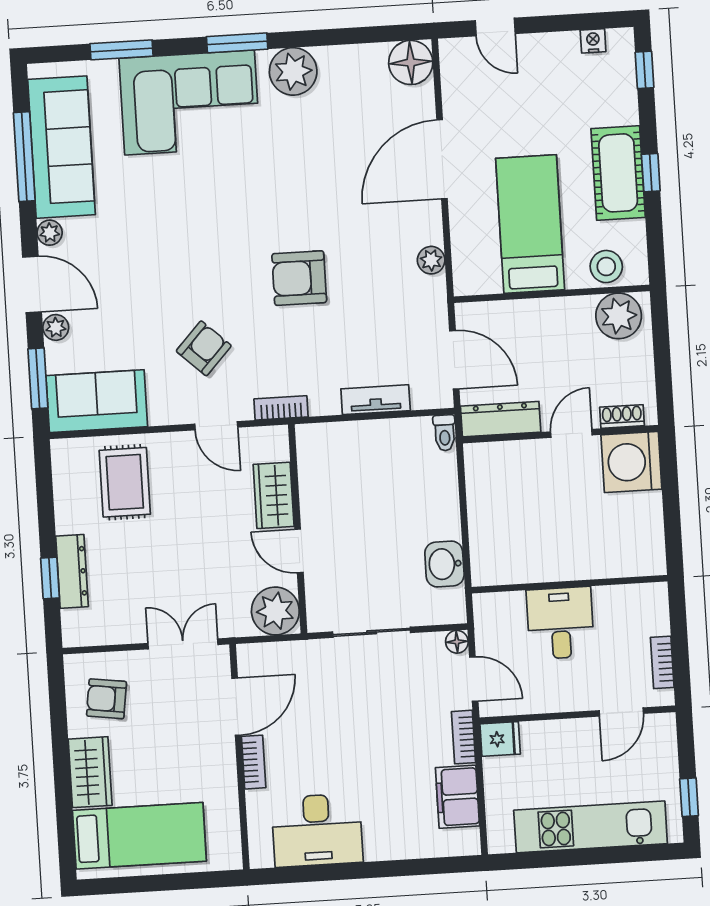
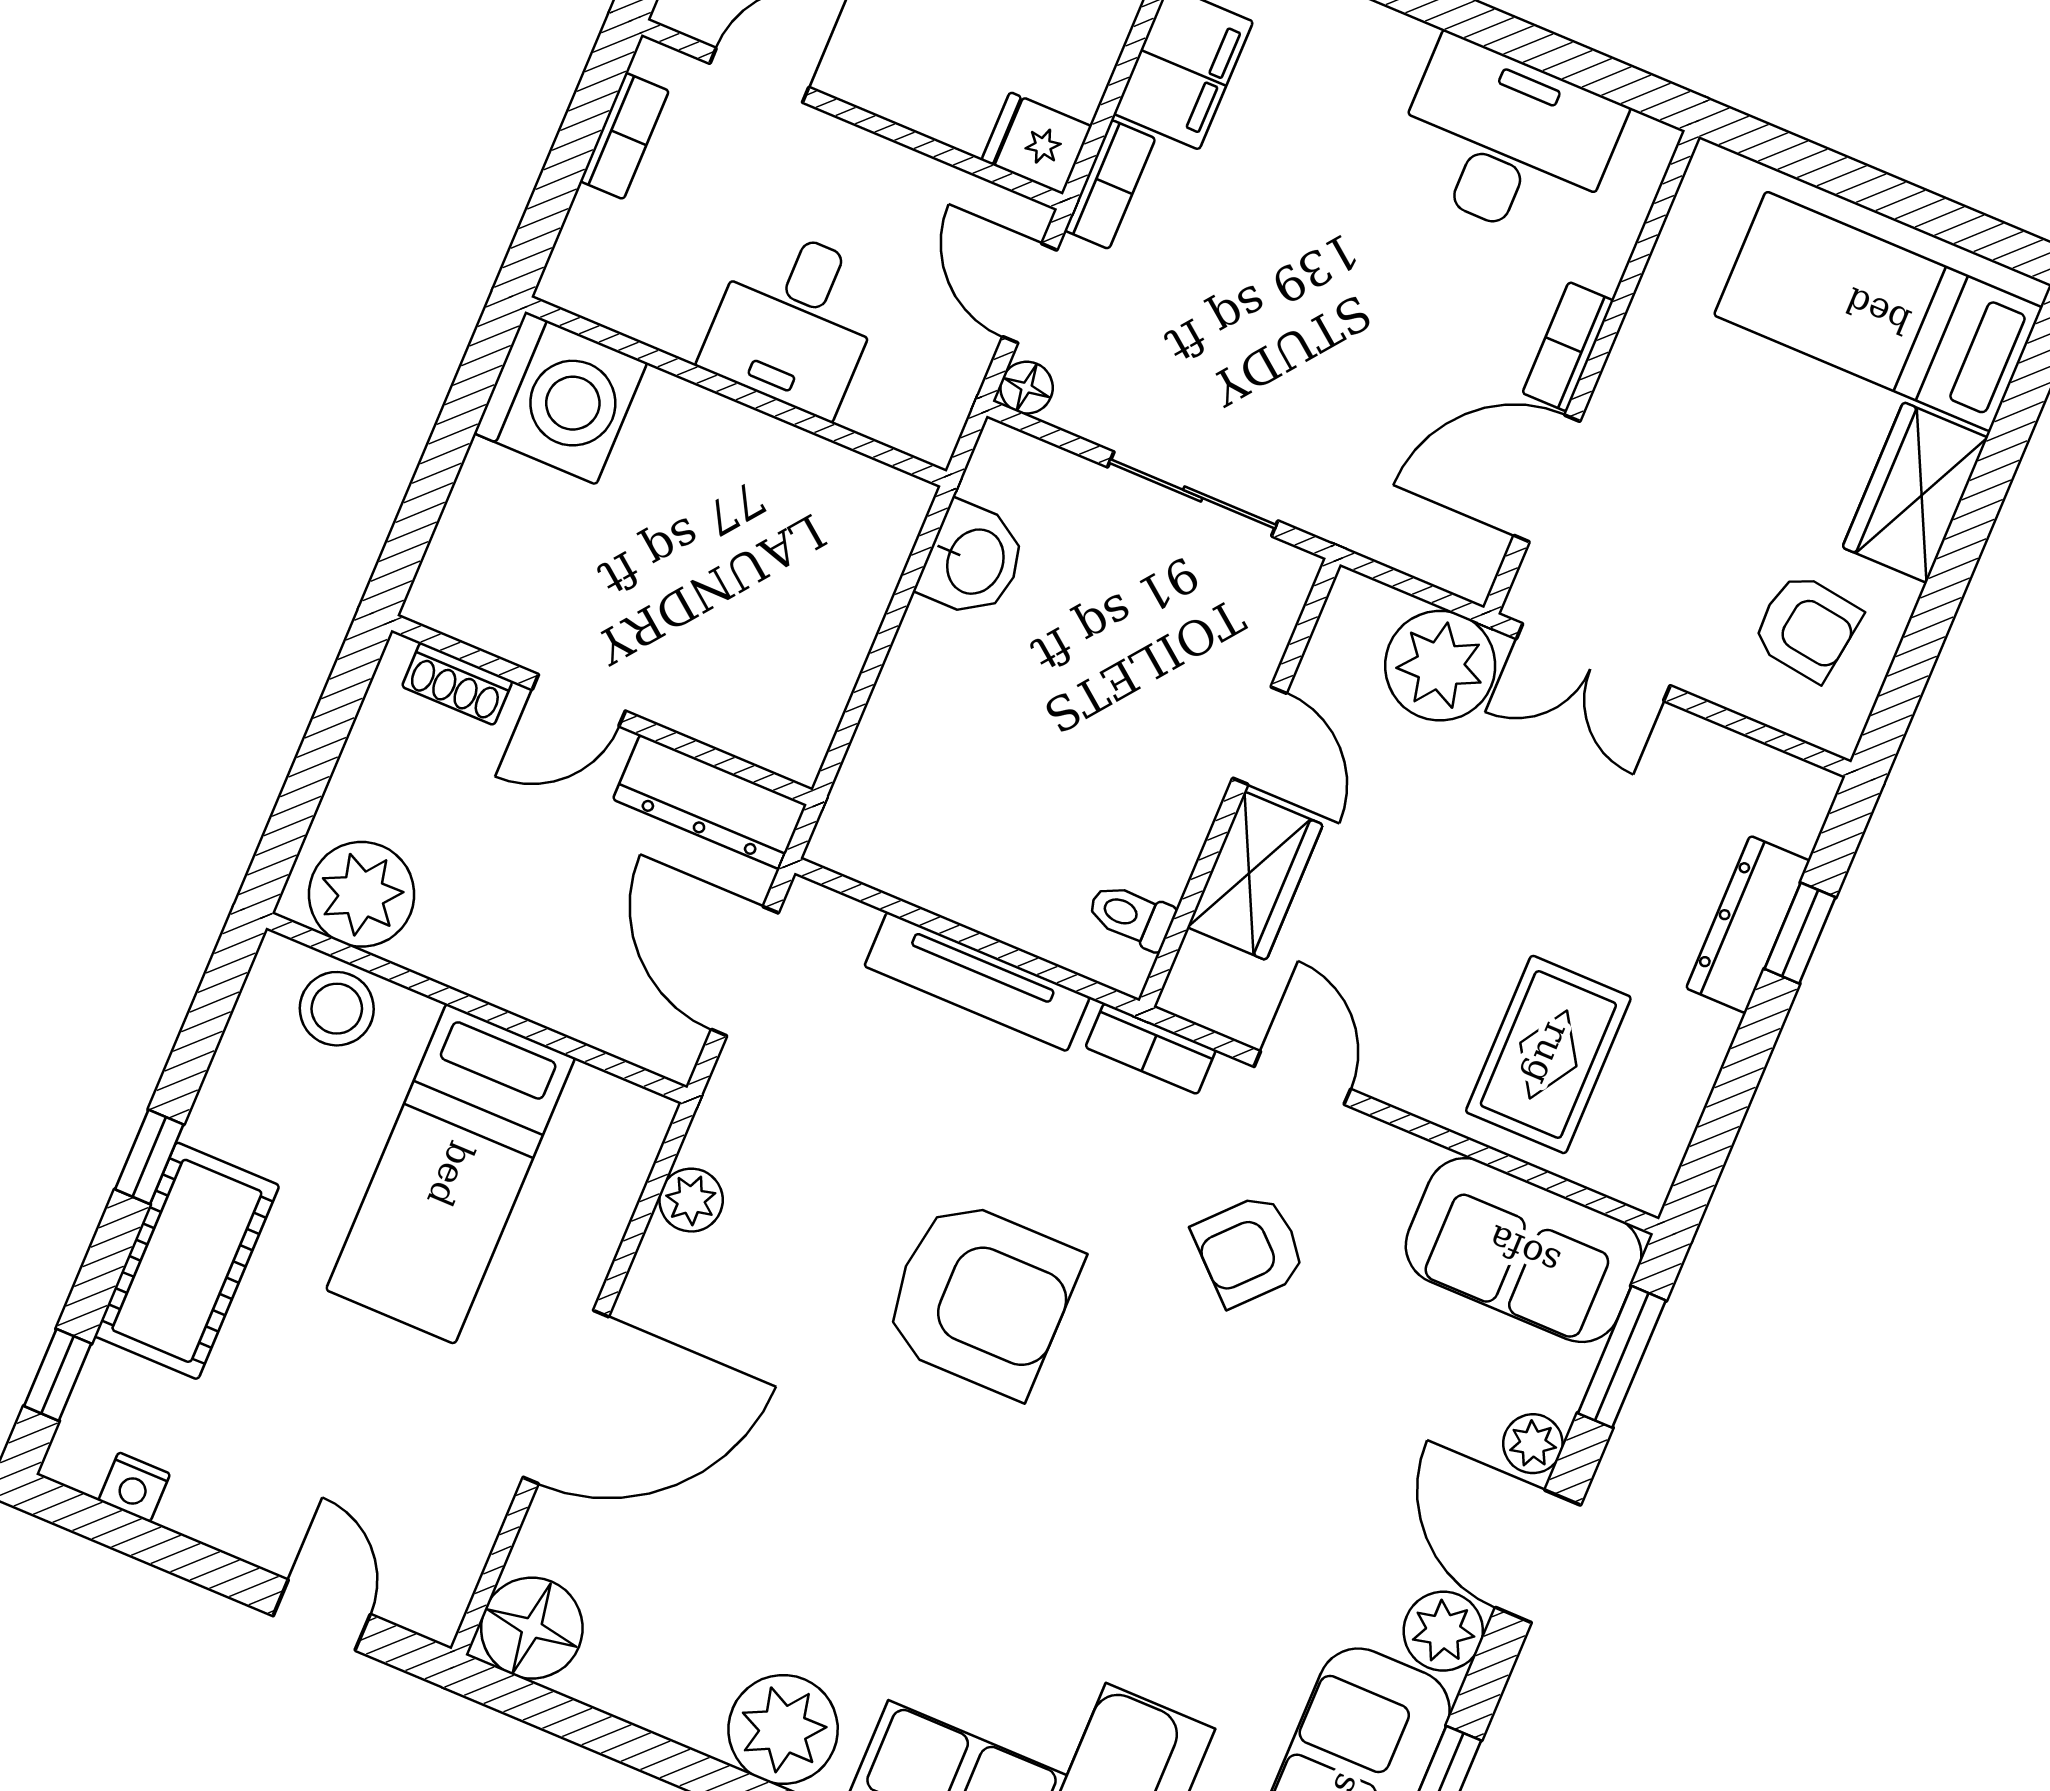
cot: (618, 173) -> (187, 1261), moved
plant: (50, 233) -> (1443, 1631), width x1.38, depth x1.38
armchair: (299, 278) -> (981, 1297), width x1.36, depth x1.36
tv unit: (376, 400) -> (977, 982), width x1.41
toilet: (445, 433) -> (1131, 916), moved, turned -90
washing machine: (631, 462) -> (561, 398), moved
plant: (275, 611) -> (1440, 666), moved

